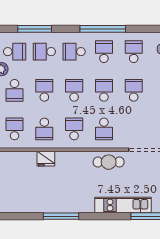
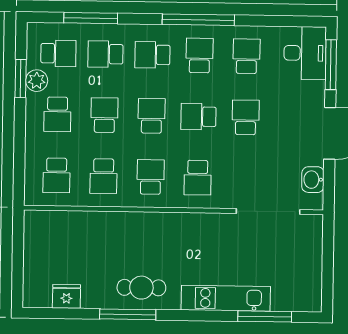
school desk: (104, 90) -> (199, 117), turned -90
school desk: (15, 129) -> (56, 175), turned 180
fridge: (46, 159) -> (66, 296), moved, turned 180
cafe table: (109, 162) -> (141, 288), moved

